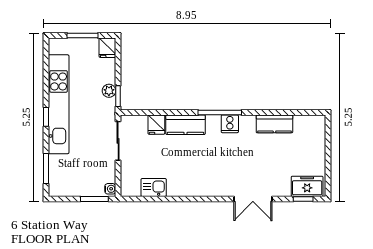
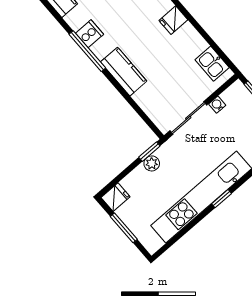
fridge: (156, 125) -> (173, 20), moved, turned 180
kitchen sink: (154, 188) -> (212, 64), moved
water cooler: (110, 189) -> (217, 105), moved

